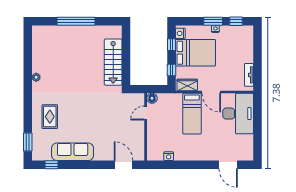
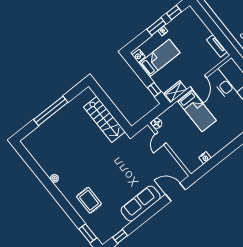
window: (172, 45) -> (139, 70), removed
bed: (196, 53) -> (159, 58), width x0.67
door: (211, 92) -> (198, 82), hinge flipped
sofa: (73, 152) -> (141, 204), moved

